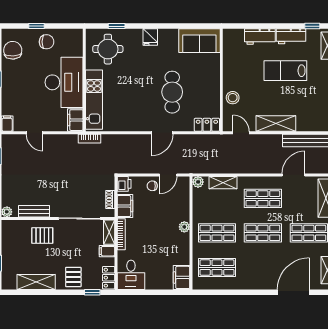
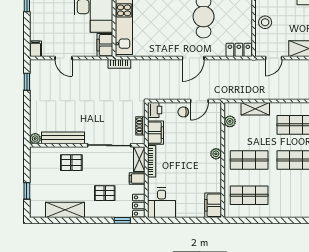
door: (241, 133) -> (274, 58), swing flipped
plant: (198, 182) -> (230, 121), moved
bench: (34, 211) -> (63, 138), width x1.36
pallet: (73, 277) -> (105, 193), moved, turned 90

